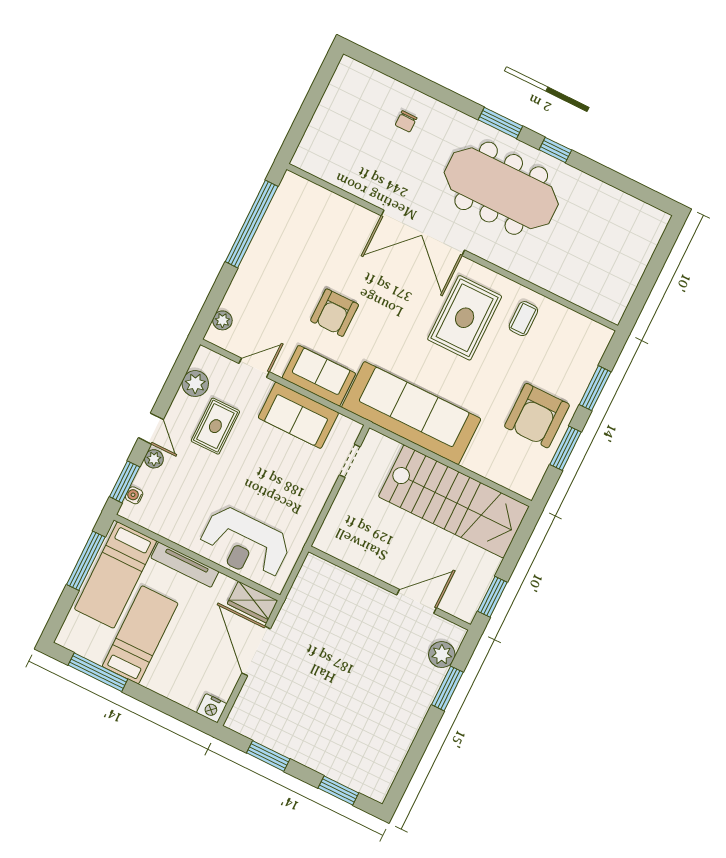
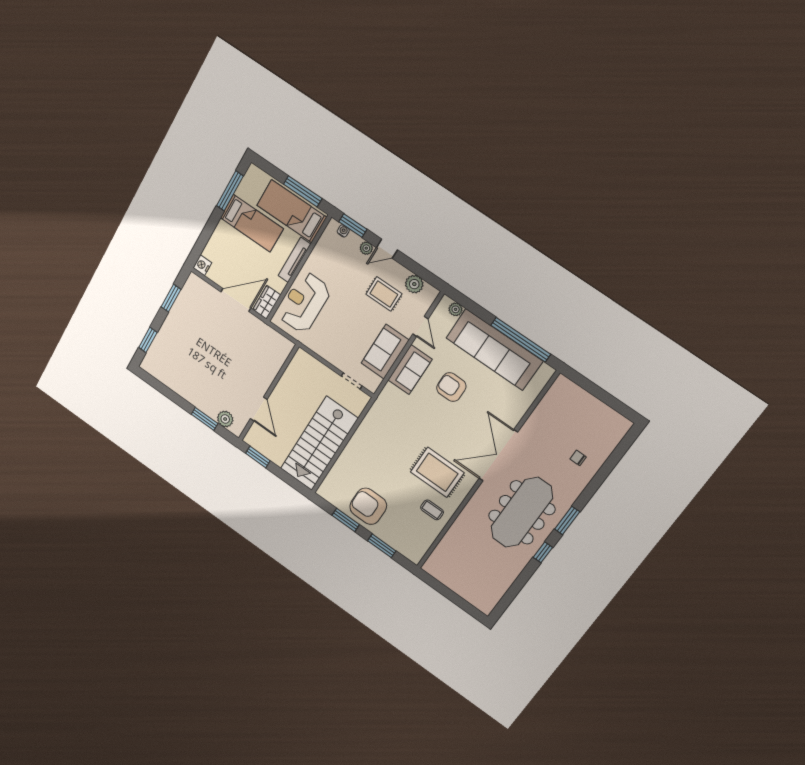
sofa: (411, 413) -> (494, 349), moved, turned 90

